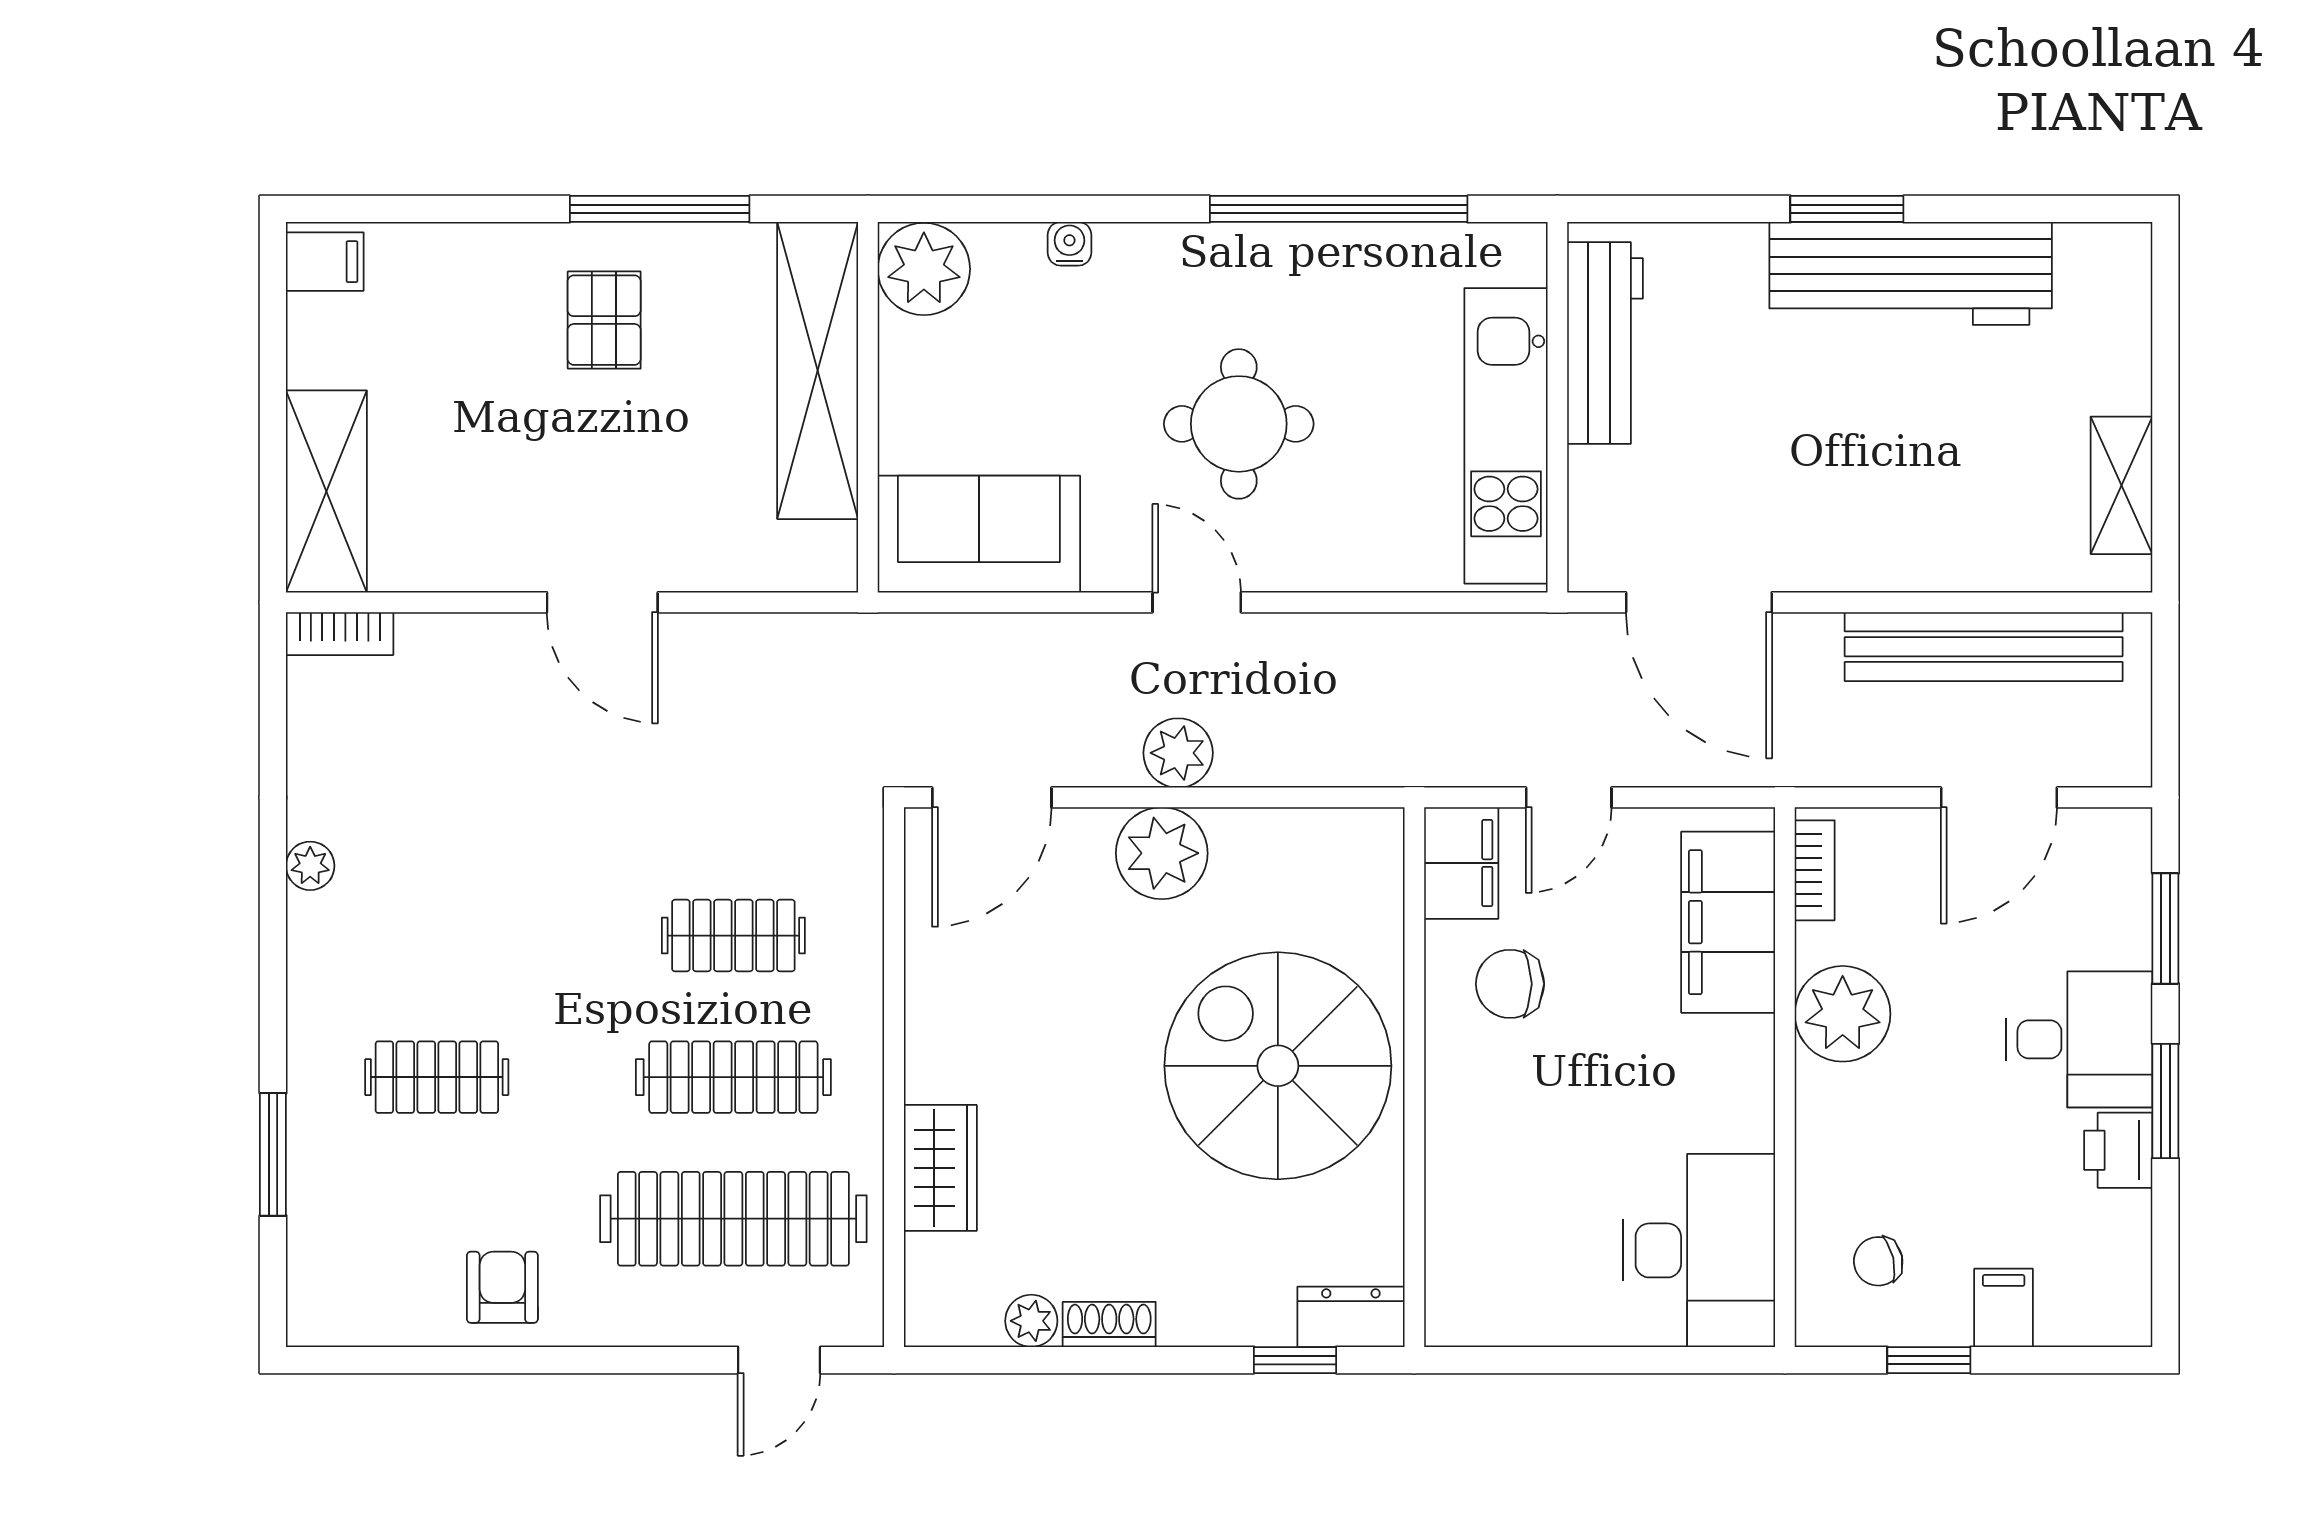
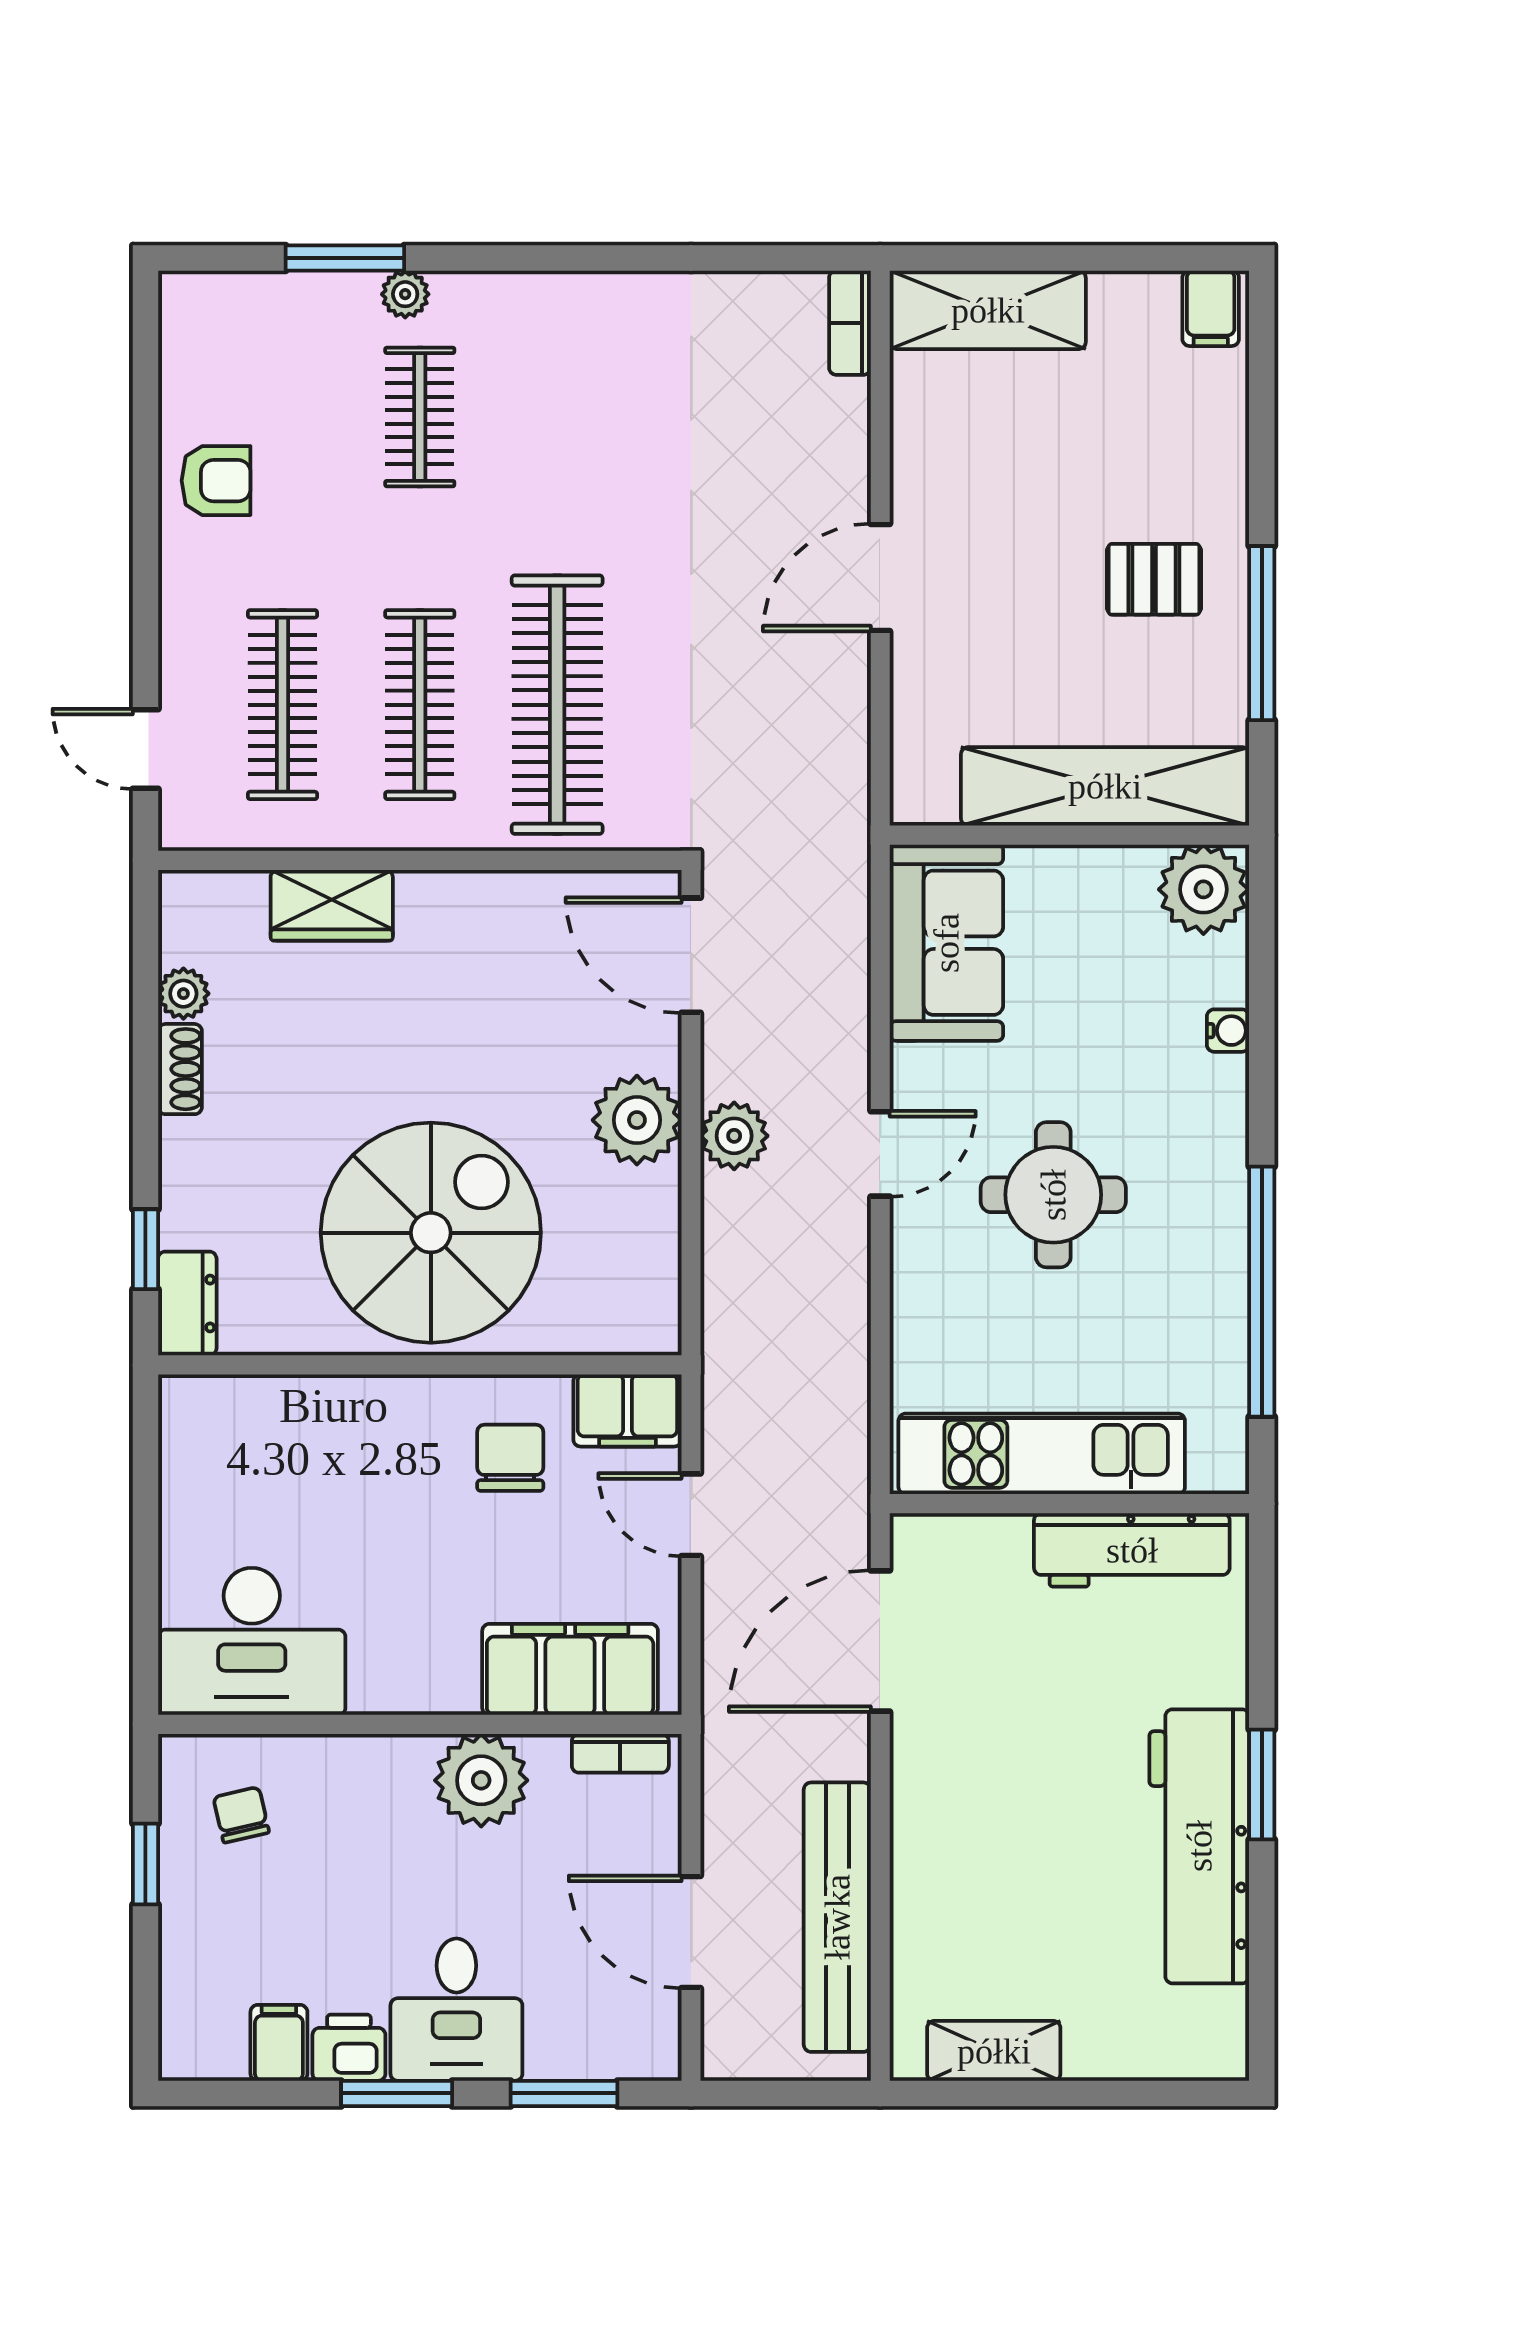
plant: (310, 866) -> (405, 294), moved
clothes rail: (733, 936) -> (557, 705), width x1.86, depth x1.31
clothes rail: (733, 1219) -> (282, 705), width x0.73, depth x0.76
filing cabinet: (2004, 1308) -> (279, 2043), moved, turned -90

